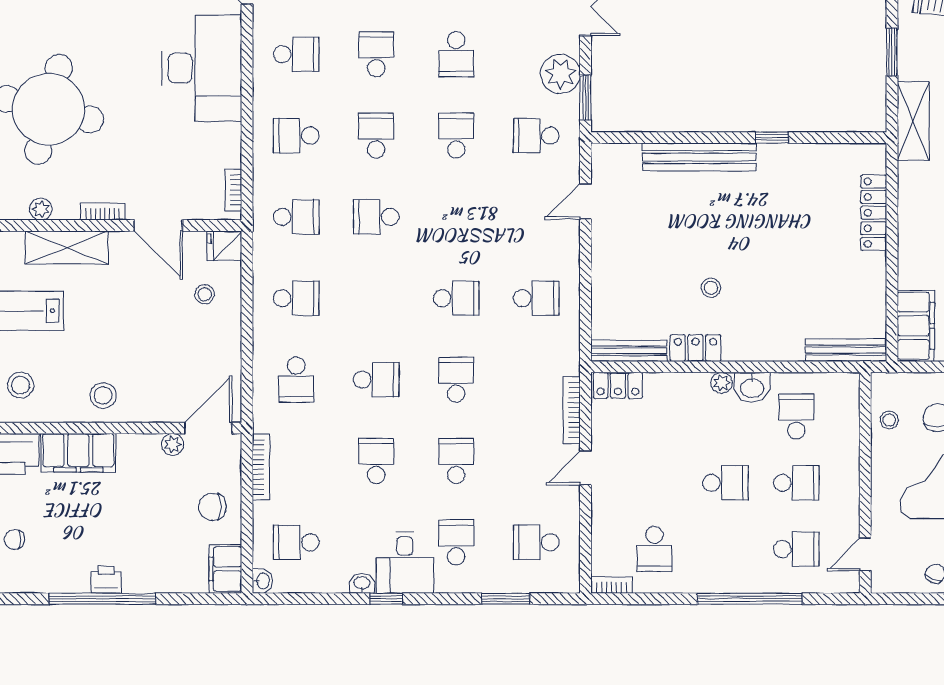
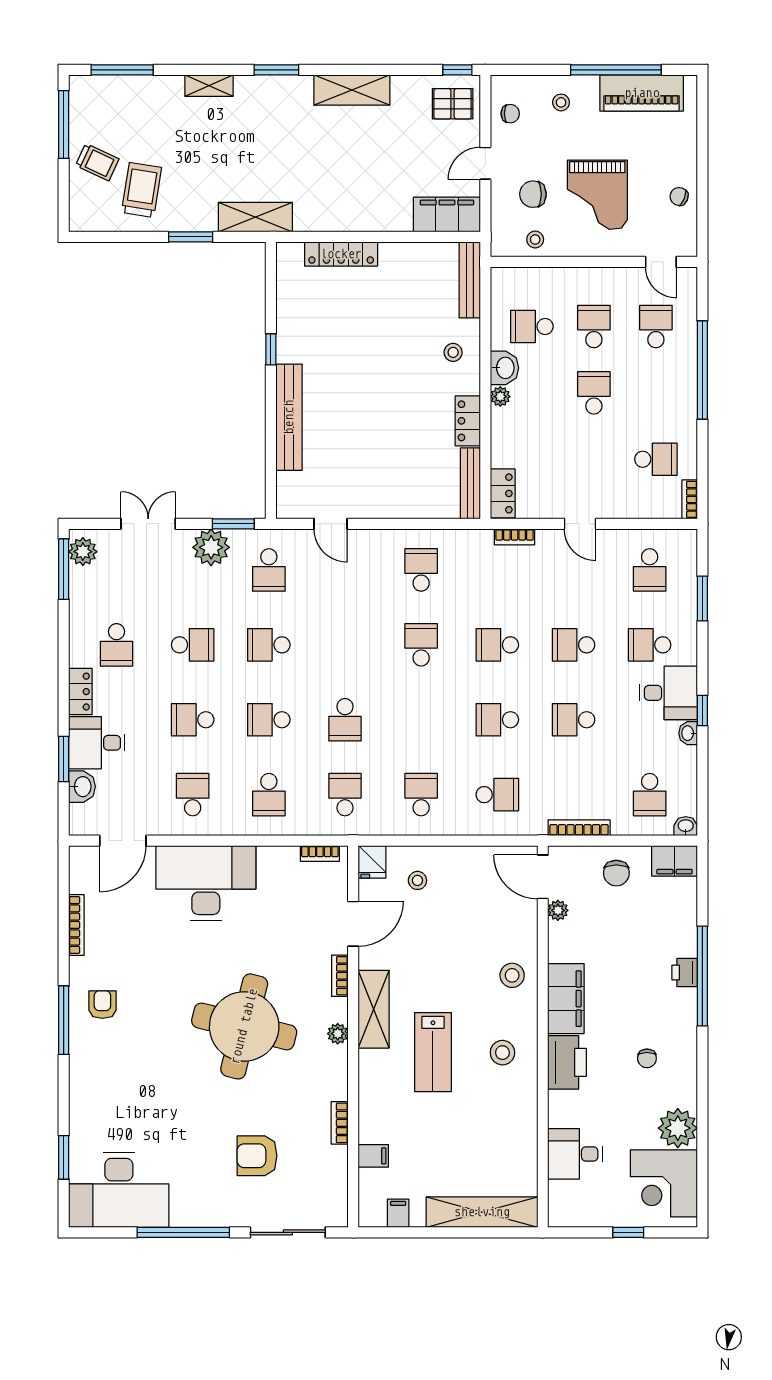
stool: (711, 288) -> (453, 352), moved
school desk: (376, 380) -> (497, 720), turned -90
bookcase: (572, 410) -> (515, 537), width x0.64

